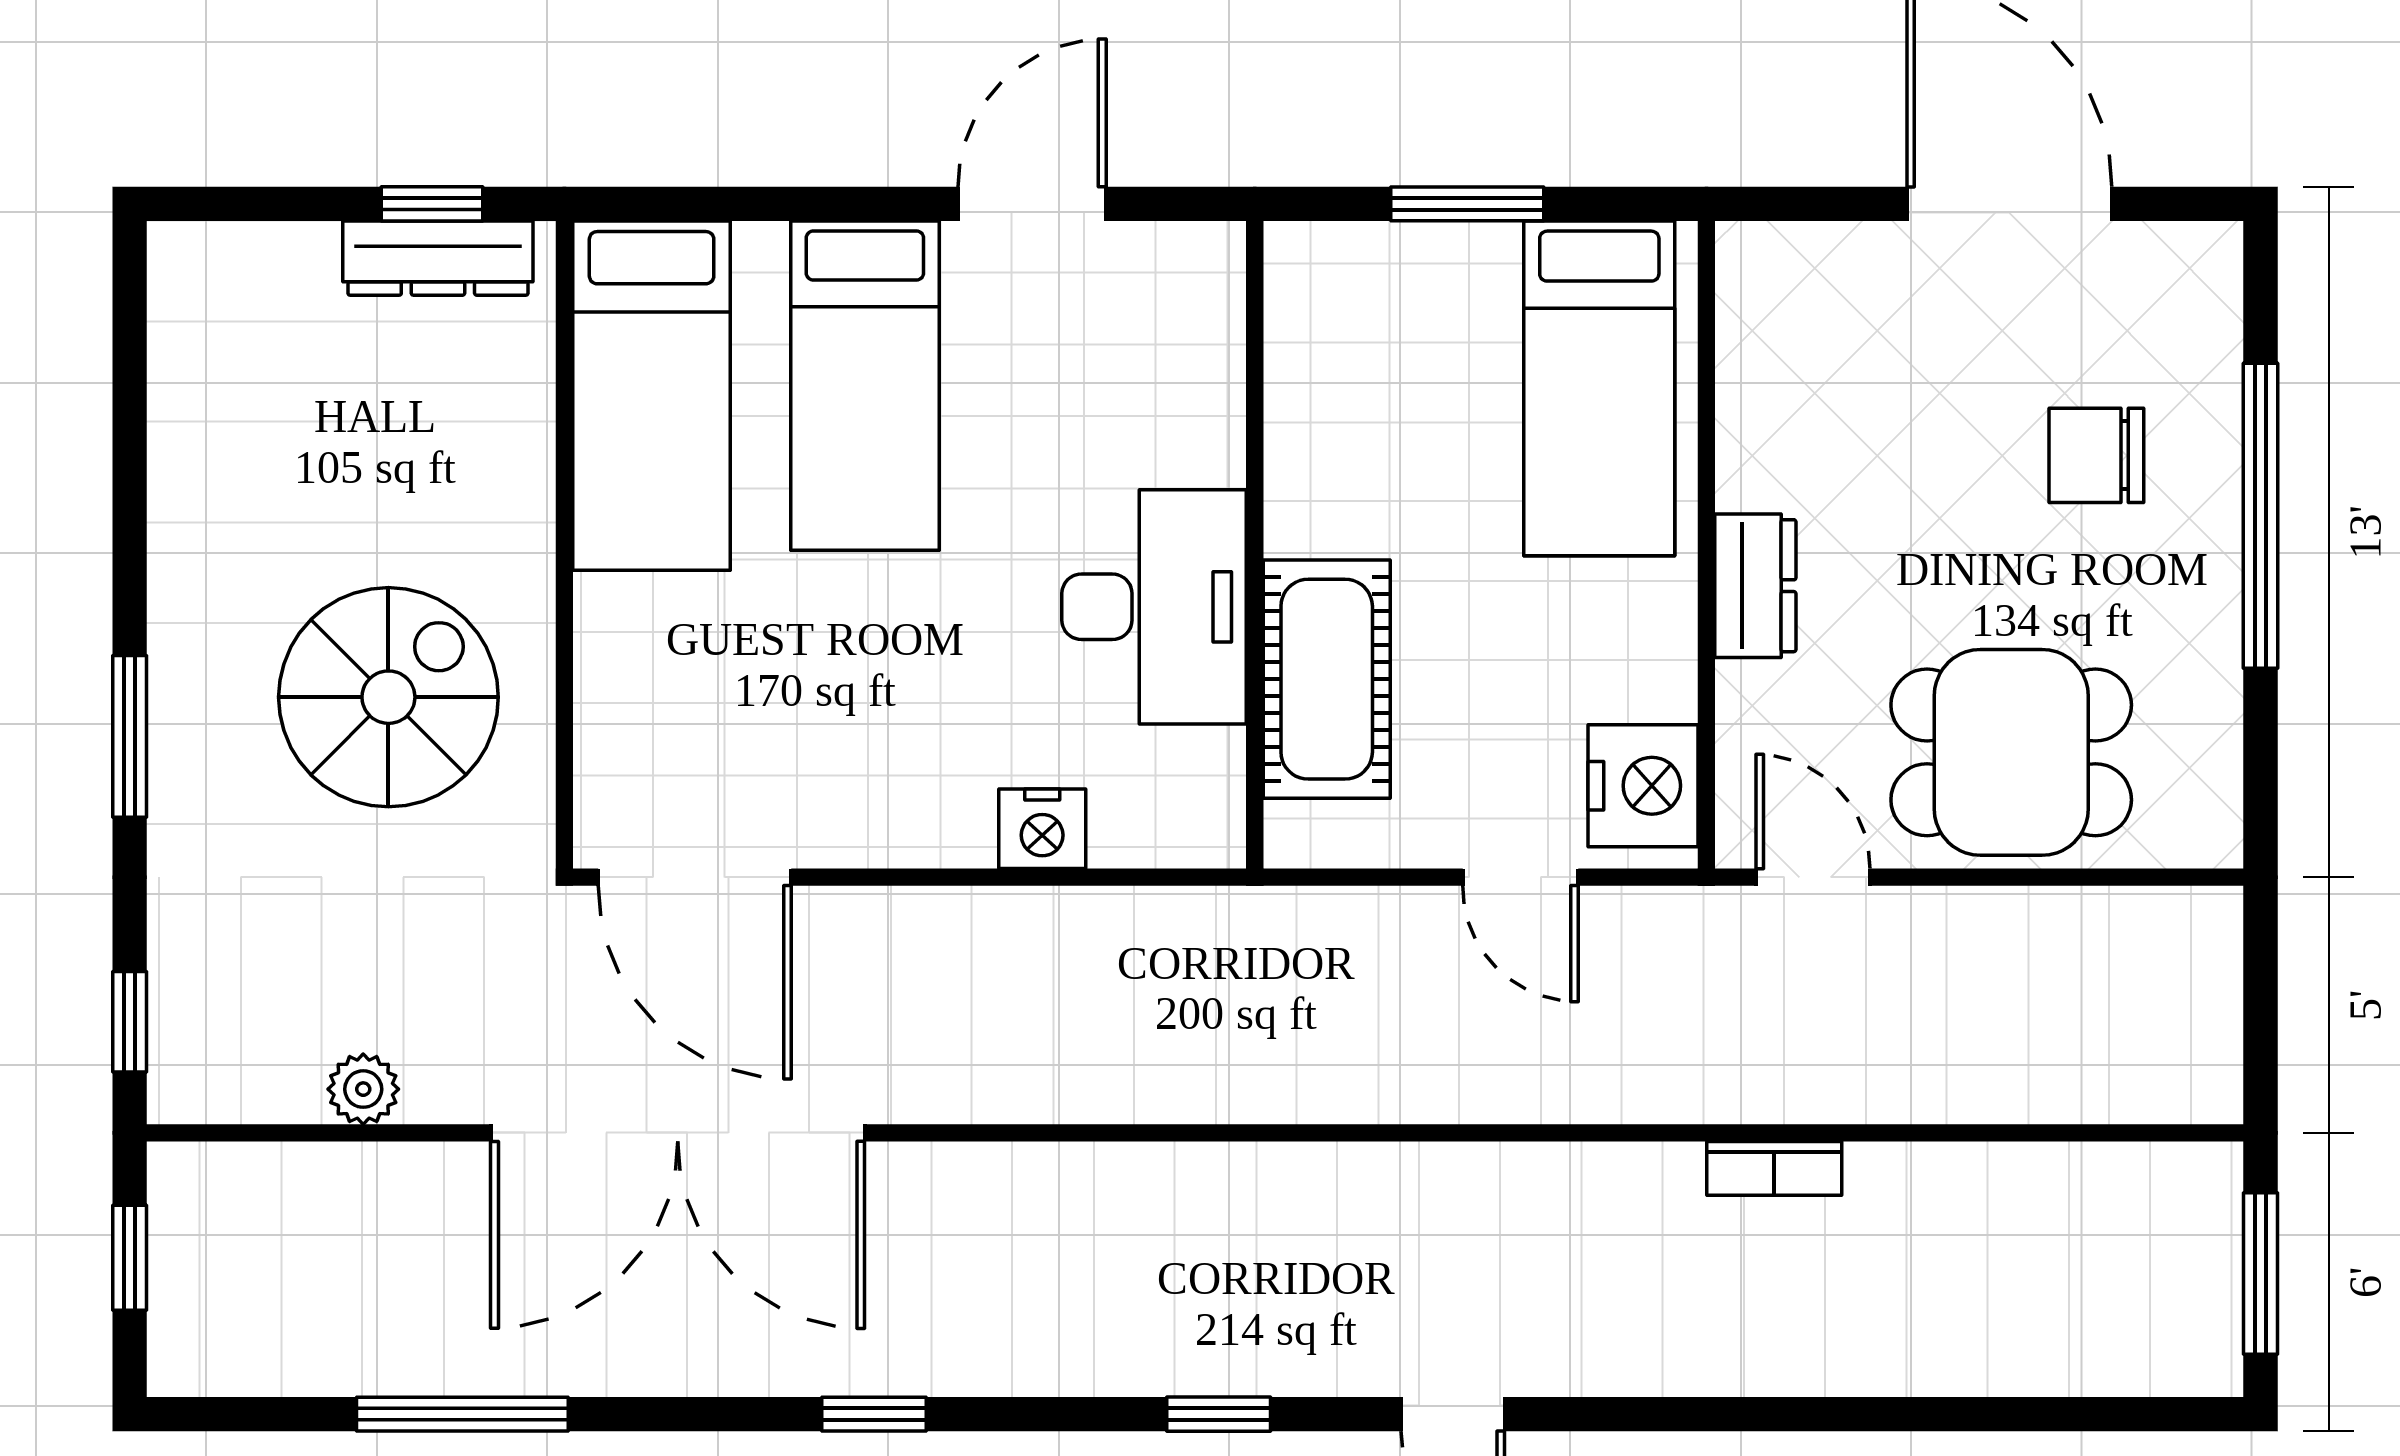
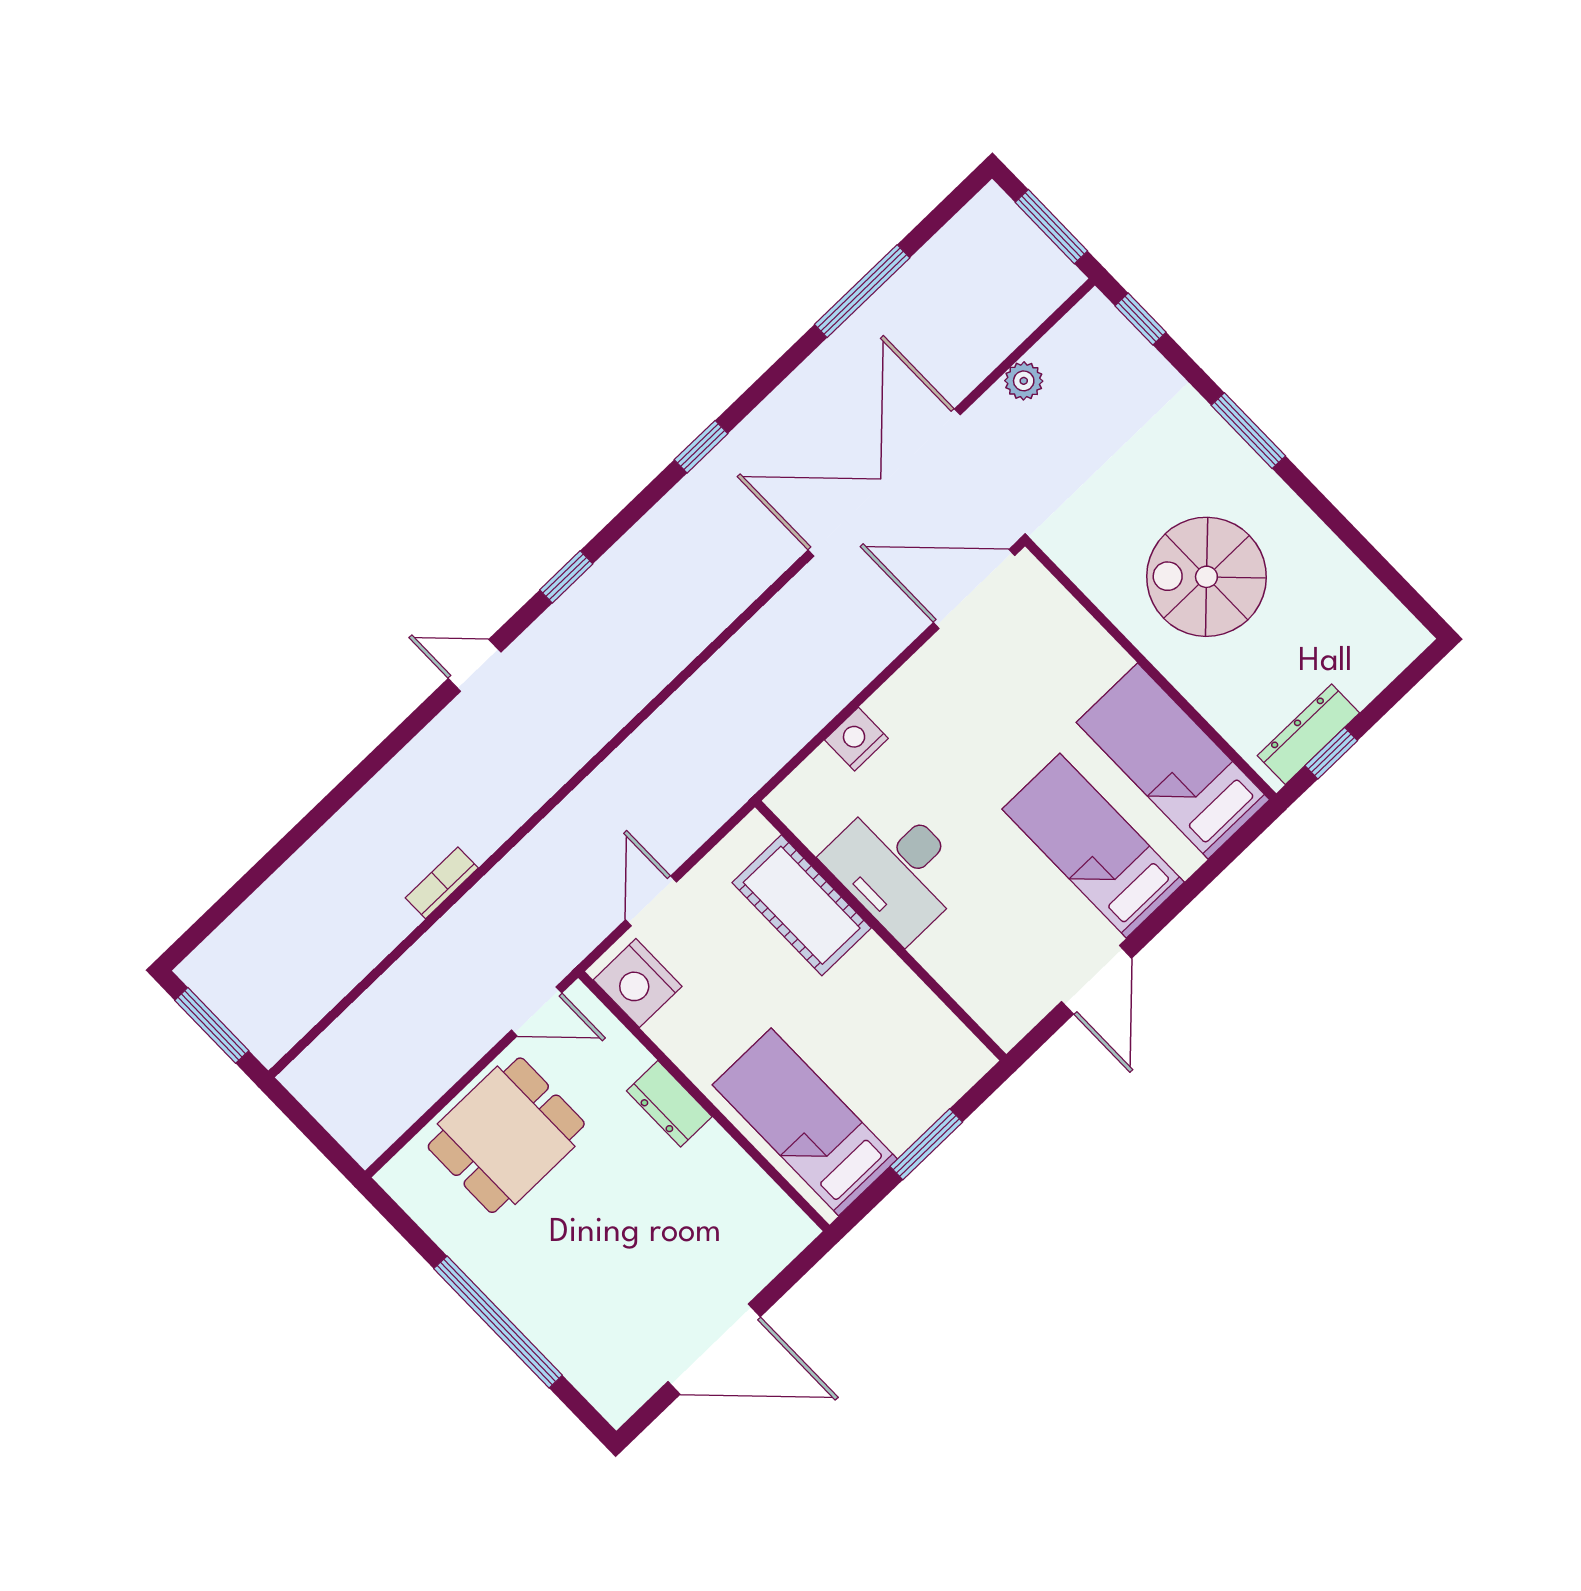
chair: (2096, 455) -> (585, 1284), removed
spiral stairs: (388, 697) -> (1206, 577), moved, turned 90
door: (1520, 877) -> (651, 901), hinge flipped
window: (130, 1258) -> (1051, 227), width x1.50

